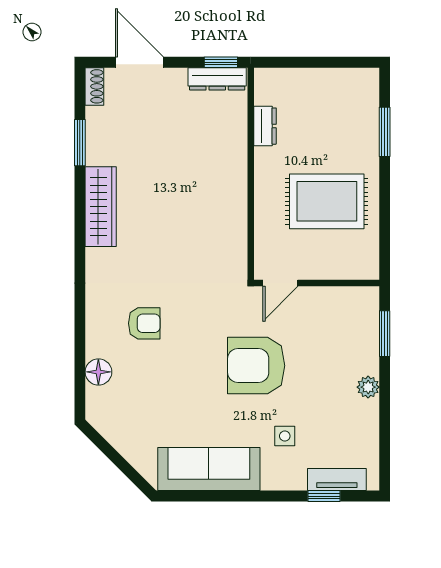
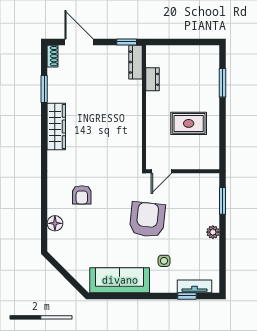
dresser: (217, 79) -> (136, 62), moved, turned 90
rug: (327, 201) -> (189, 123), width x0.73, depth x0.70
armchair: (144, 323) -> (82, 195), turned 90
armchair: (256, 366) -> (147, 220), turned 96

